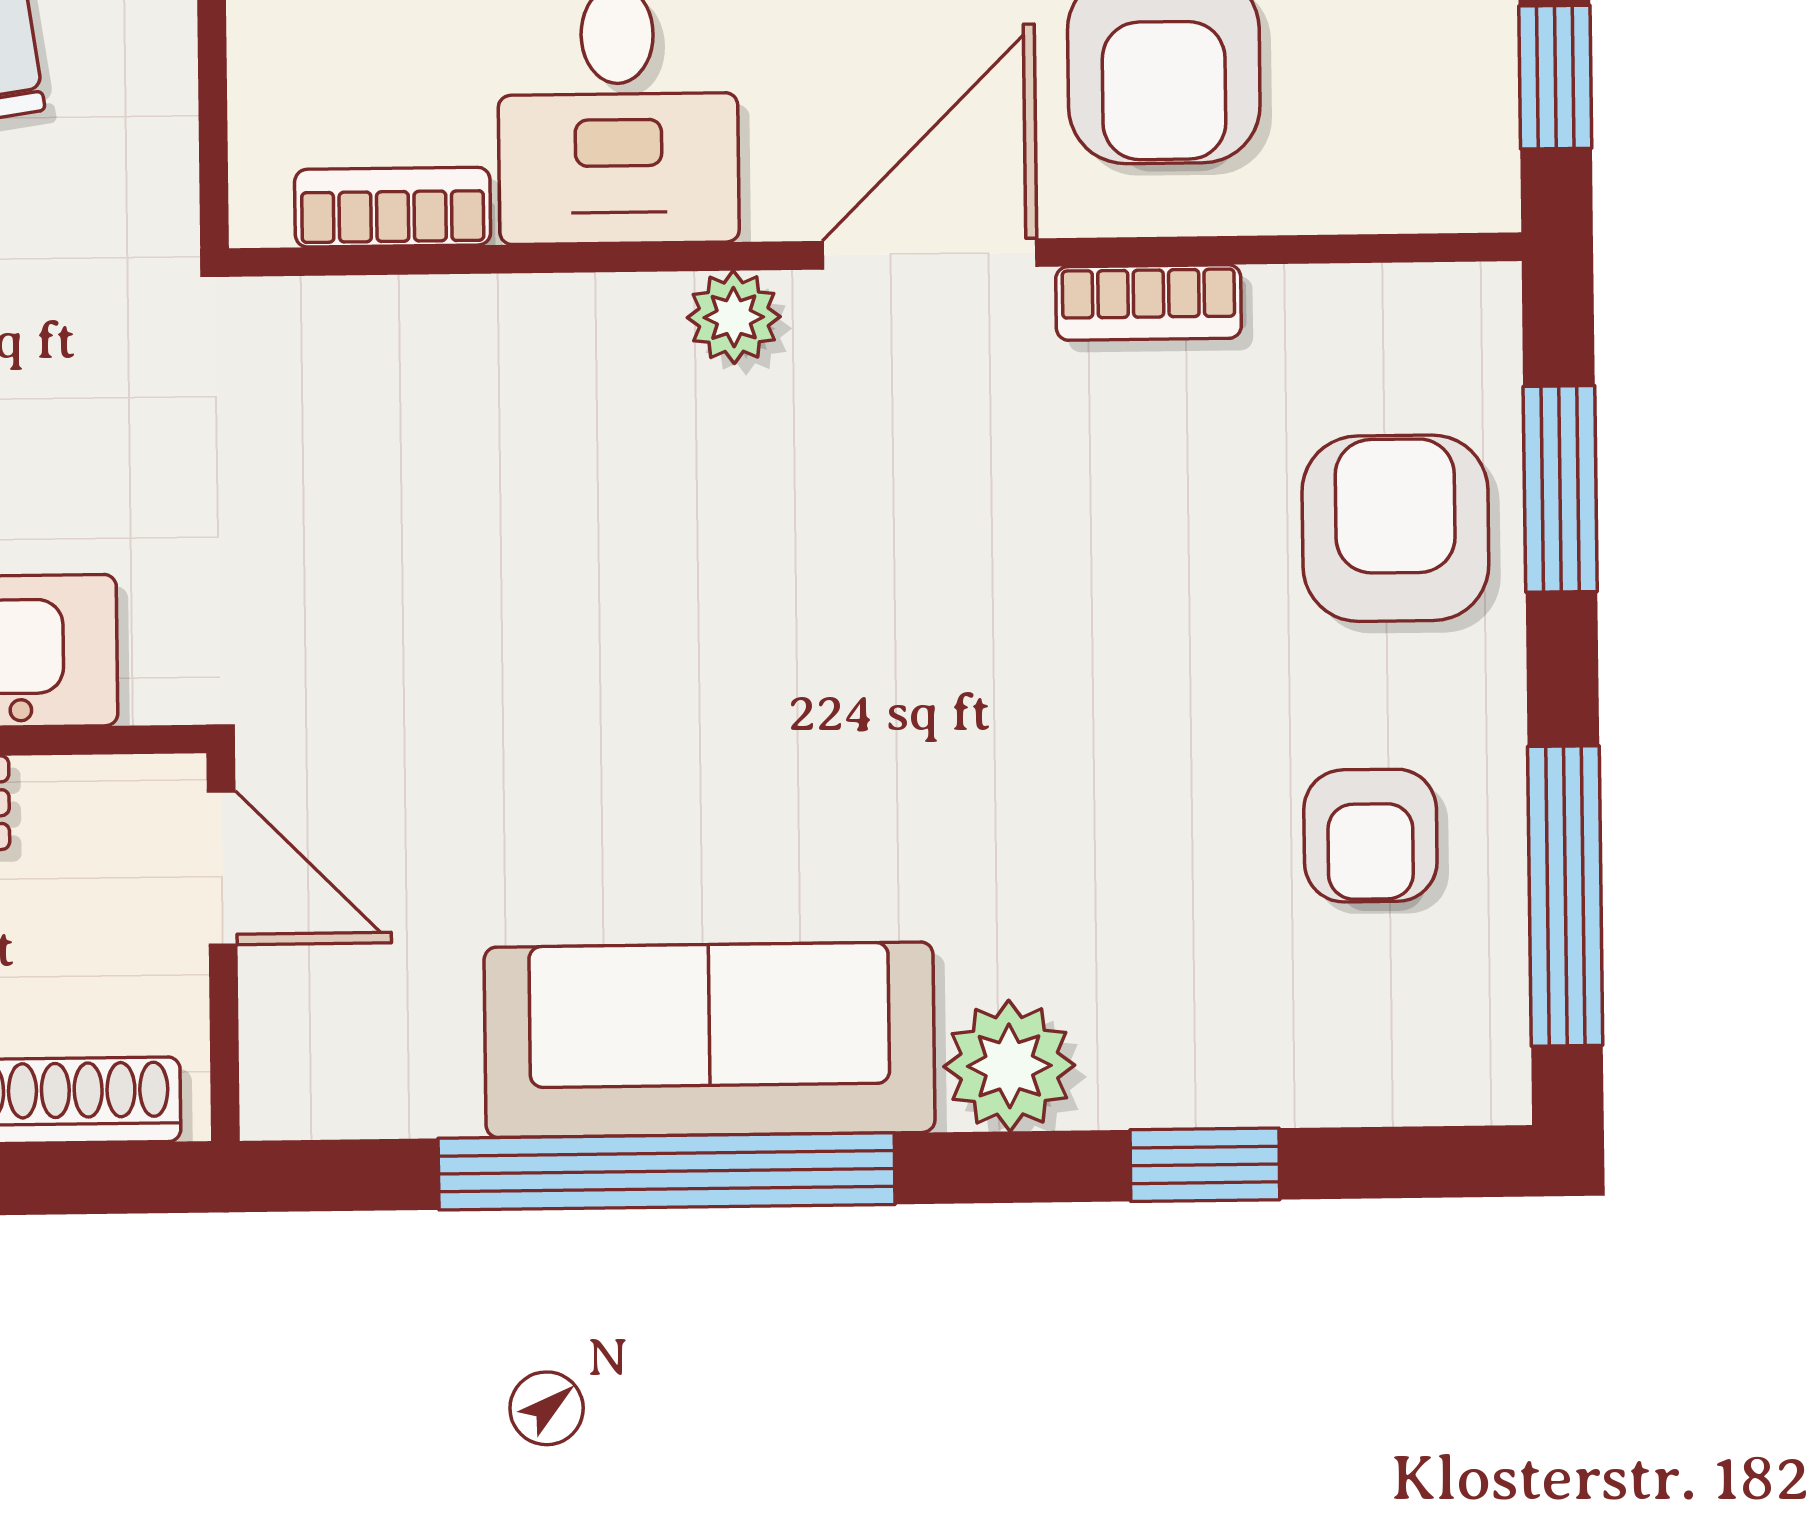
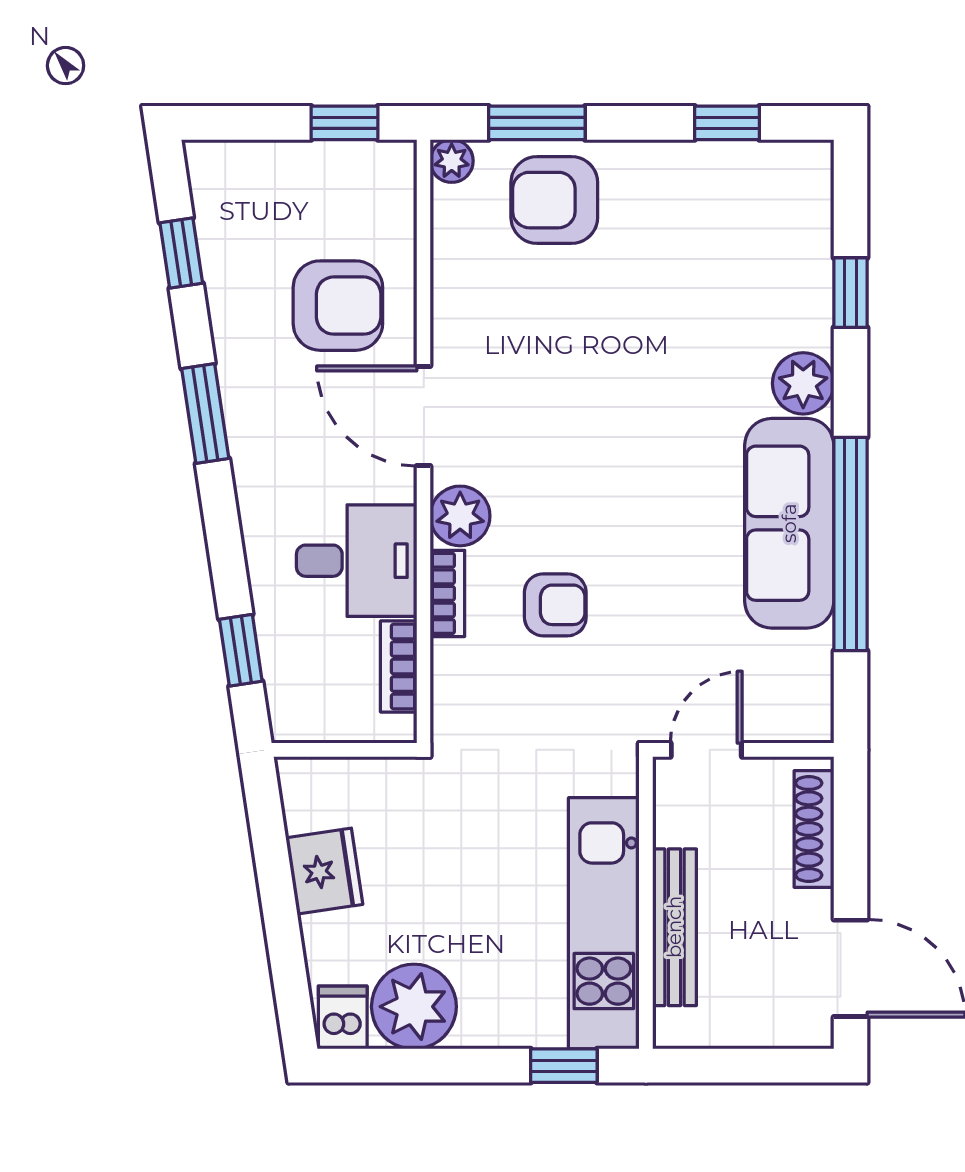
bookcase: (1149, 302) -> (447, 593), moved
plant: (1476, 307) -> (452, 161), added
plant: (734, 317) -> (460, 516), width x1.38, depth x1.38
armchair: (1370, 836) -> (555, 605), moved
window: (1565, 896) -> (727, 123), width x0.46

